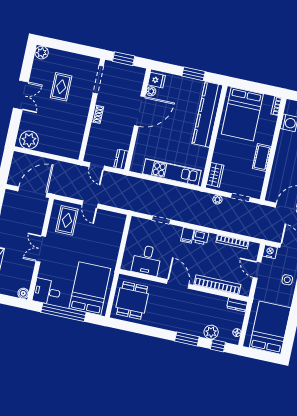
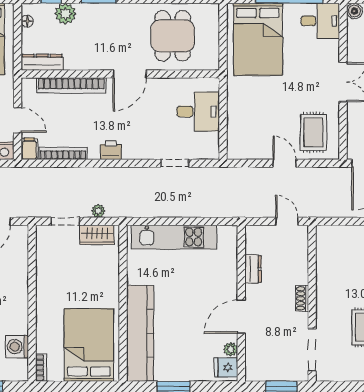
door: (140, 111) -> (241, 317), width x0.73
cot: (262, 157) -> (46, 287), removed
dresser: (121, 159) -> (253, 269), moved
wardrobe: (215, 175) -> (97, 235), moved, turned -90
filing cabinet: (187, 235) -> (29, 149), moved
desk: (147, 260) -> (198, 111), moved, turned 90
door: (178, 284) -> (130, 74), hinge flipped
dining table: (132, 300) -> (173, 36), moved
dresser: (237, 305) -> (42, 62), width x1.44

